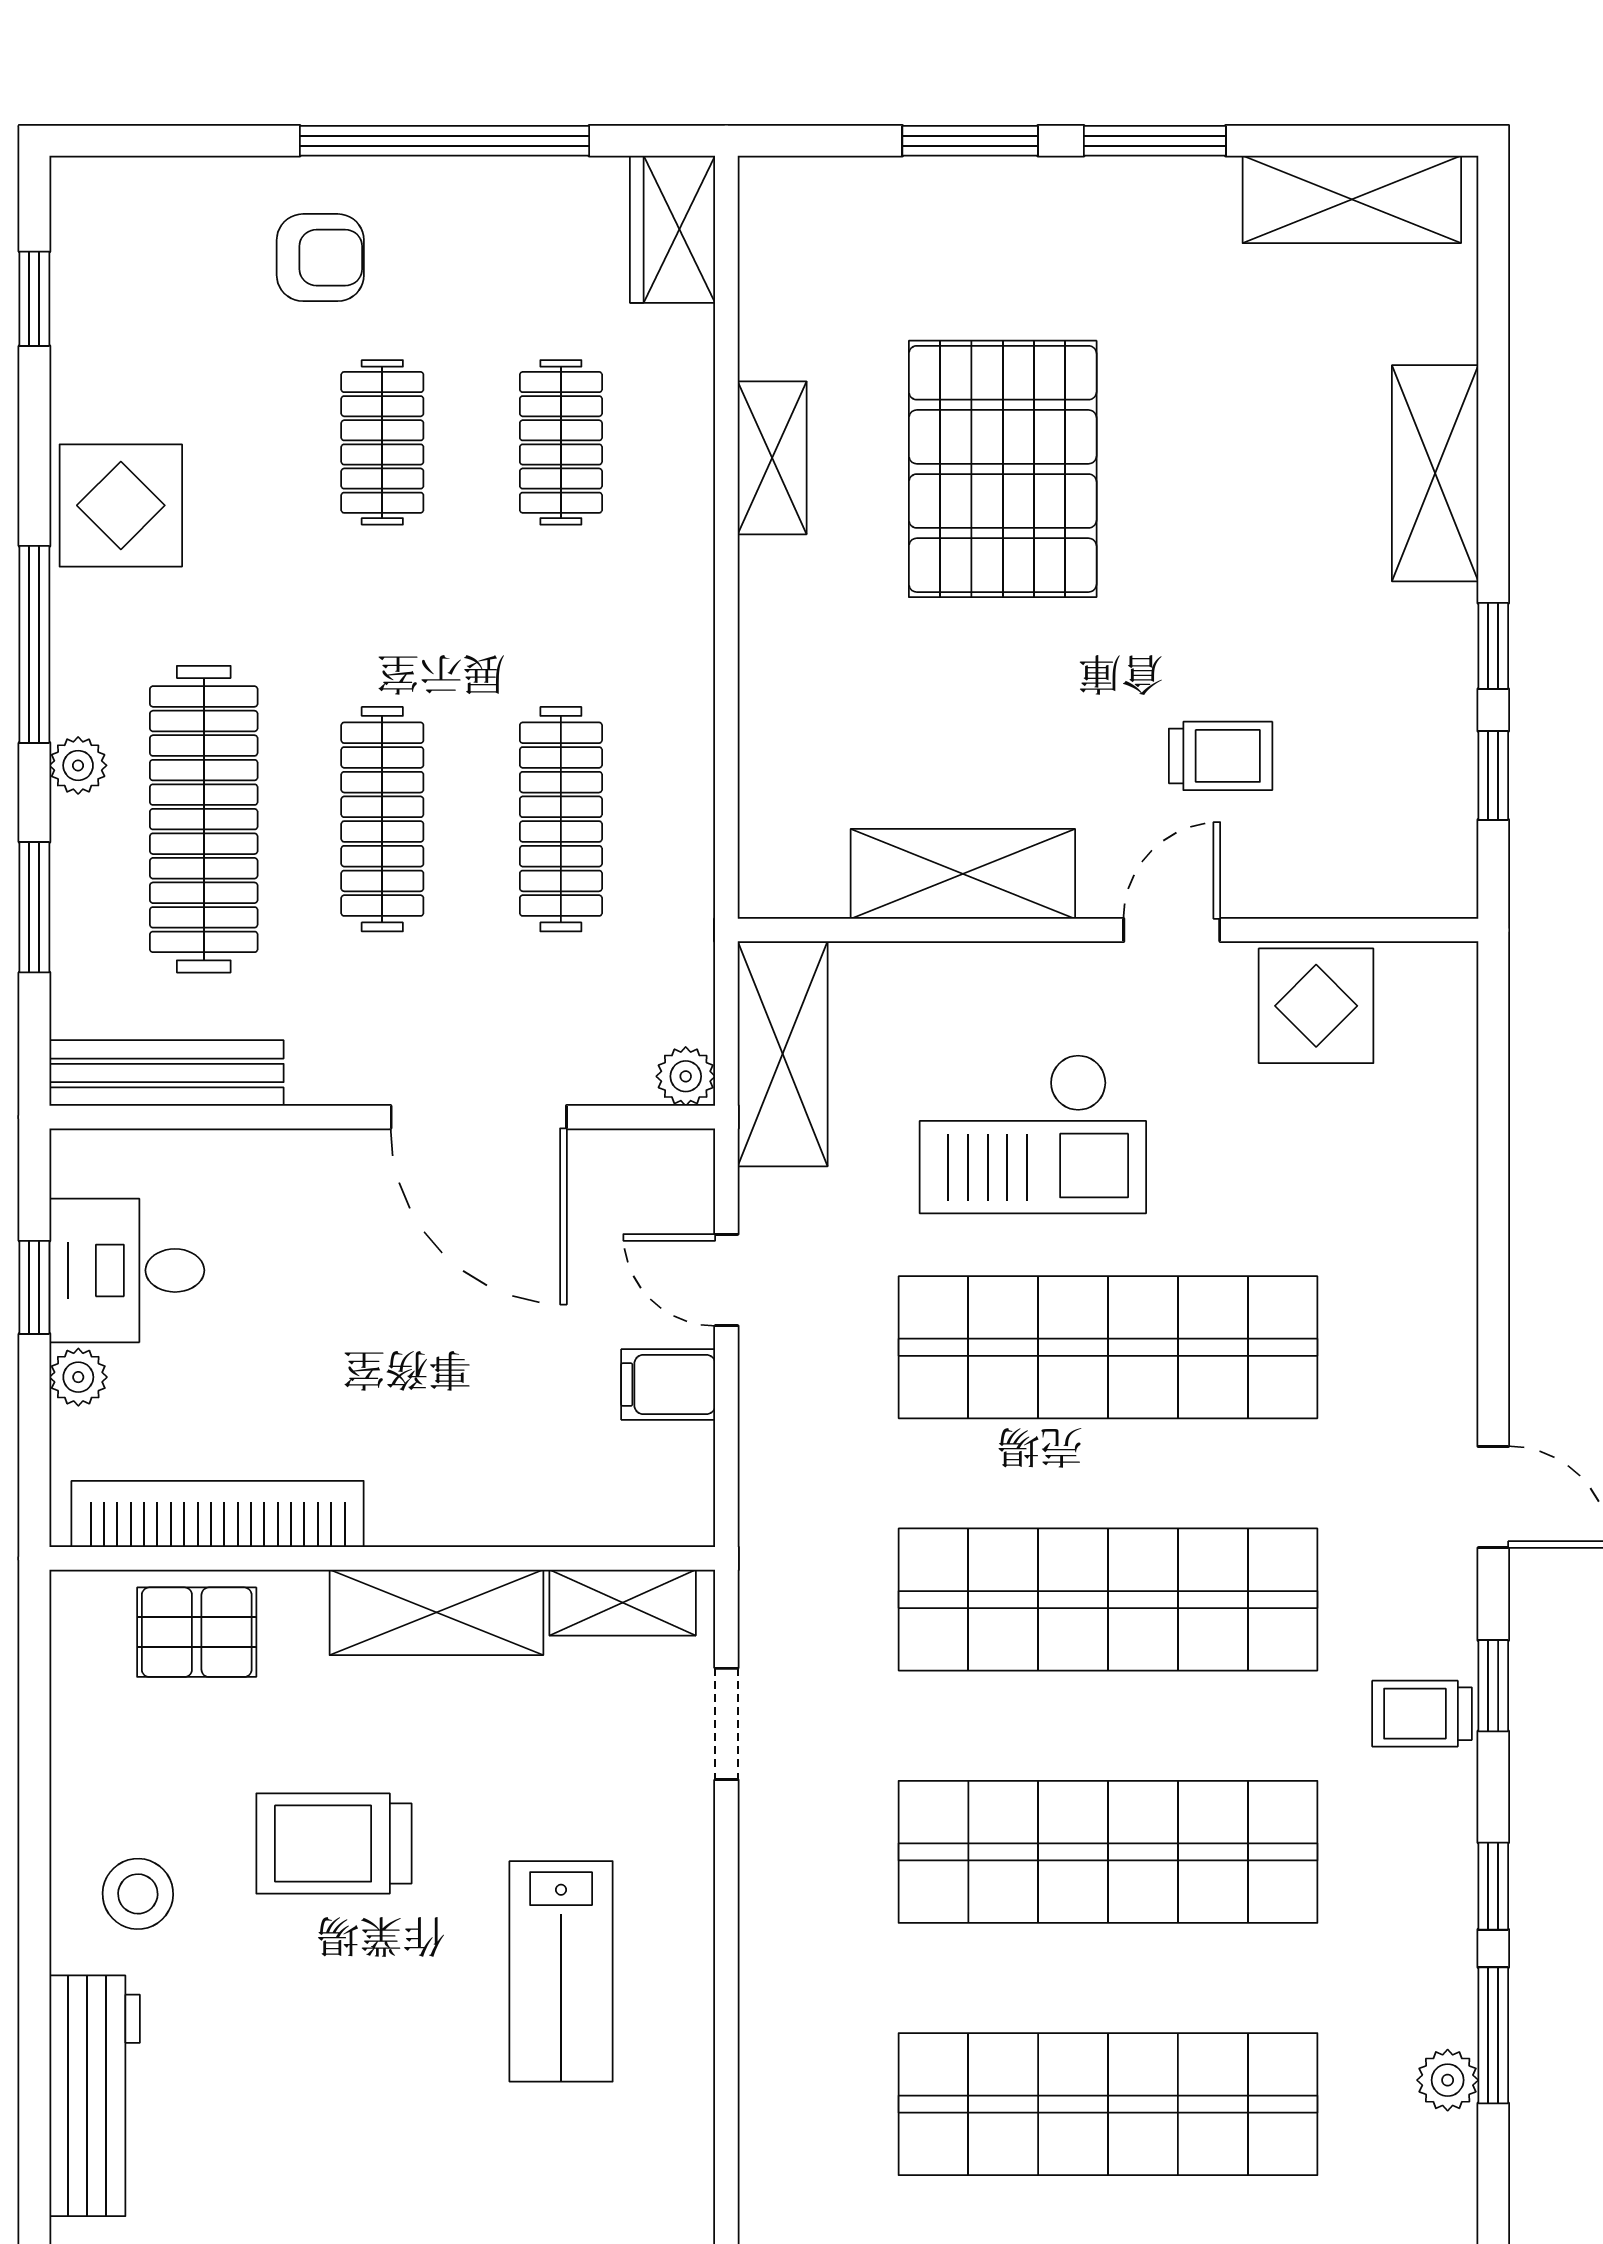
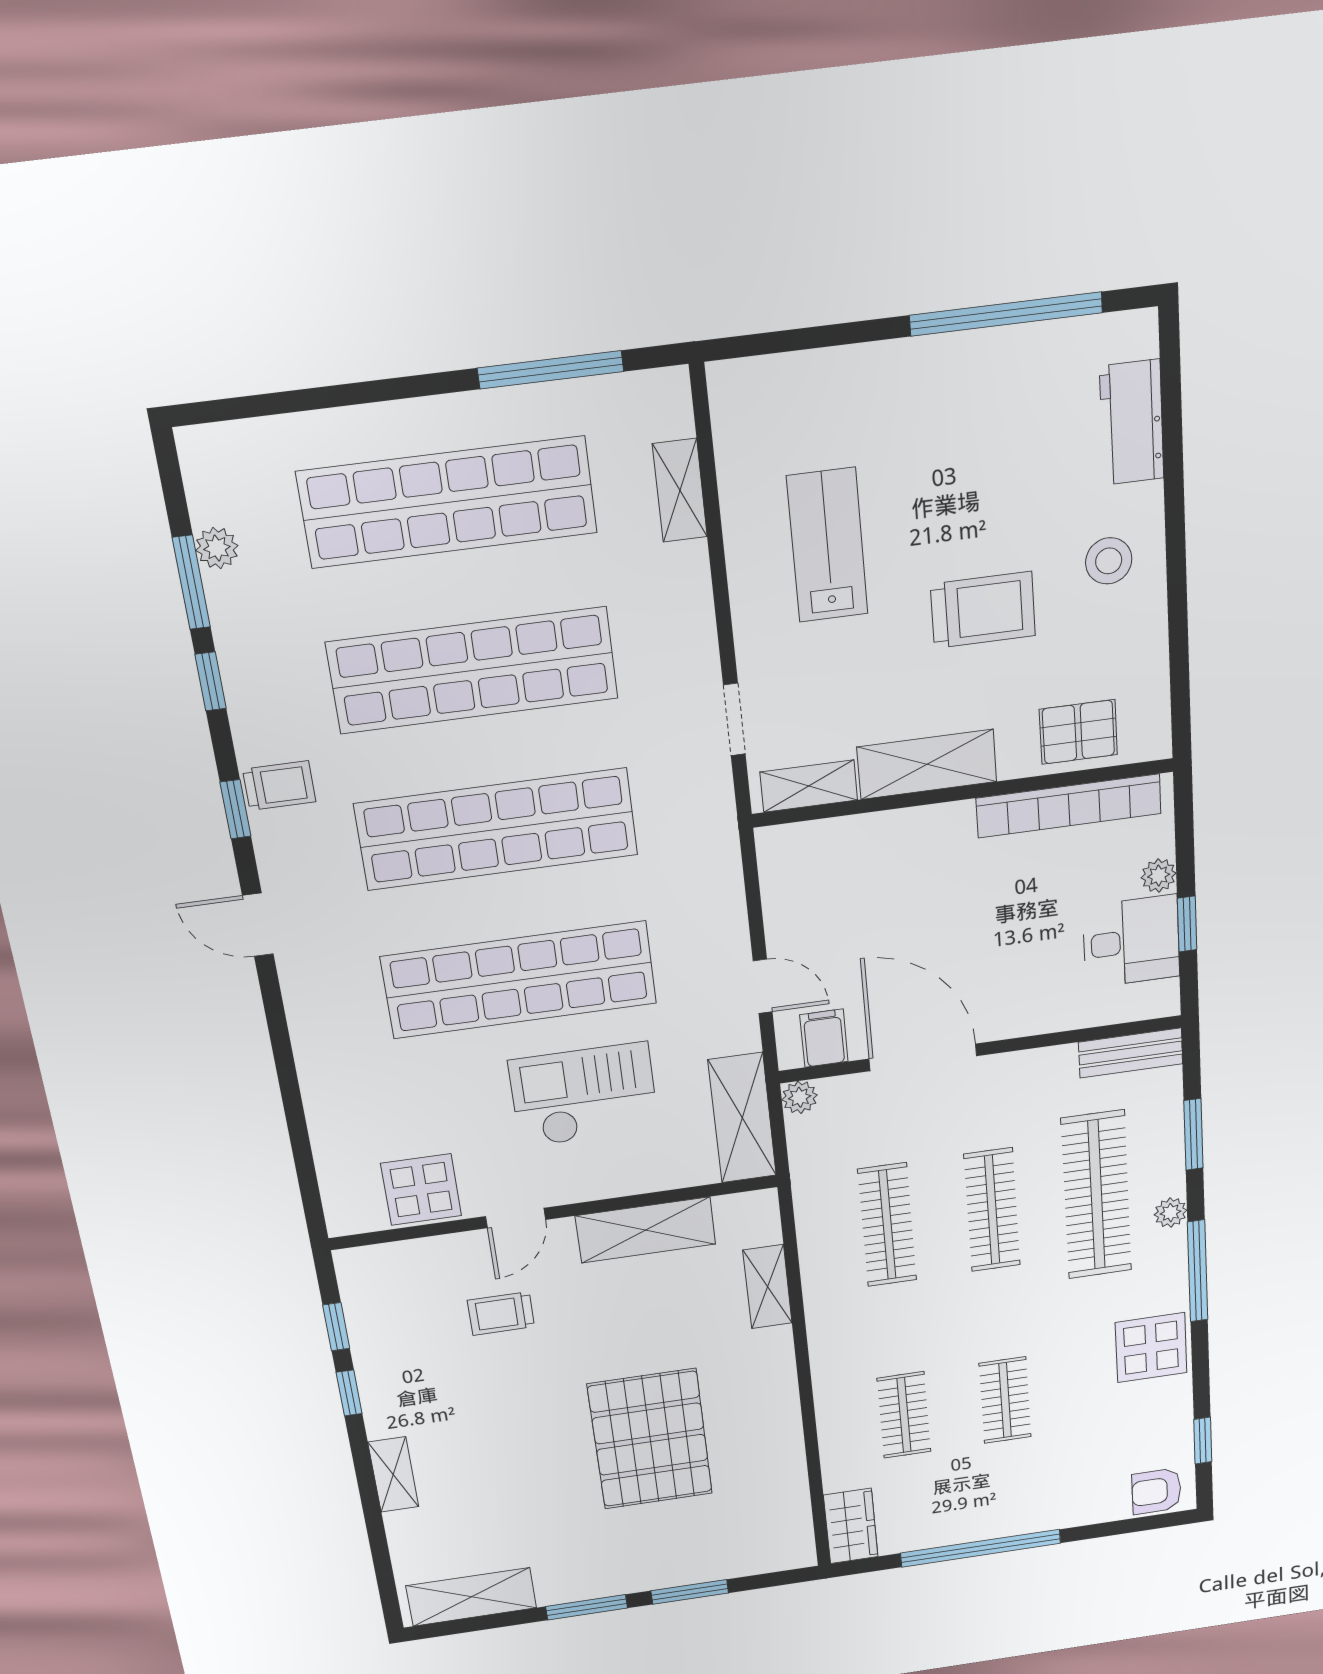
armchair: (320, 258) -> (1156, 1491), moved
shelving: (772, 458) -> (768, 1287), moved
shelving: (1435, 473) -> (393, 1475), width x0.67, depth x0.75
bench: (167, 1073) -> (1131, 1053), width x0.73
filing cabinet: (668, 1385) -> (824, 1038), moved, turned -90
shelving: (770, 2079) -> (680, 490), added
workbench: (95, 2096) -> (1132, 422), width x0.73

